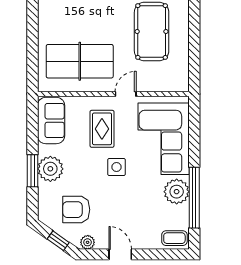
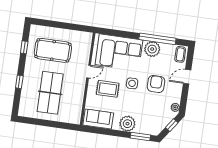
table tennis table: (80, 61) -> (50, 93), moved
door: (126, 94) -> (89, 72), swing flipped
window: (33, 171) -> (140, 136), moved
armchair: (76, 210) -> (156, 84), moved, turned 180
door: (120, 254) -> (187, 77), moved

